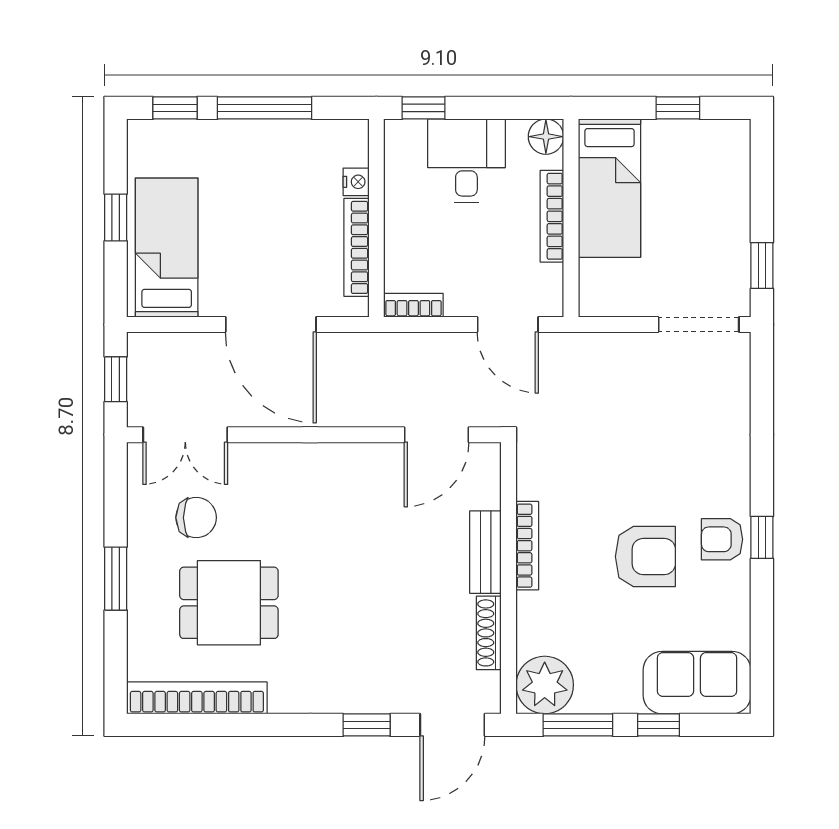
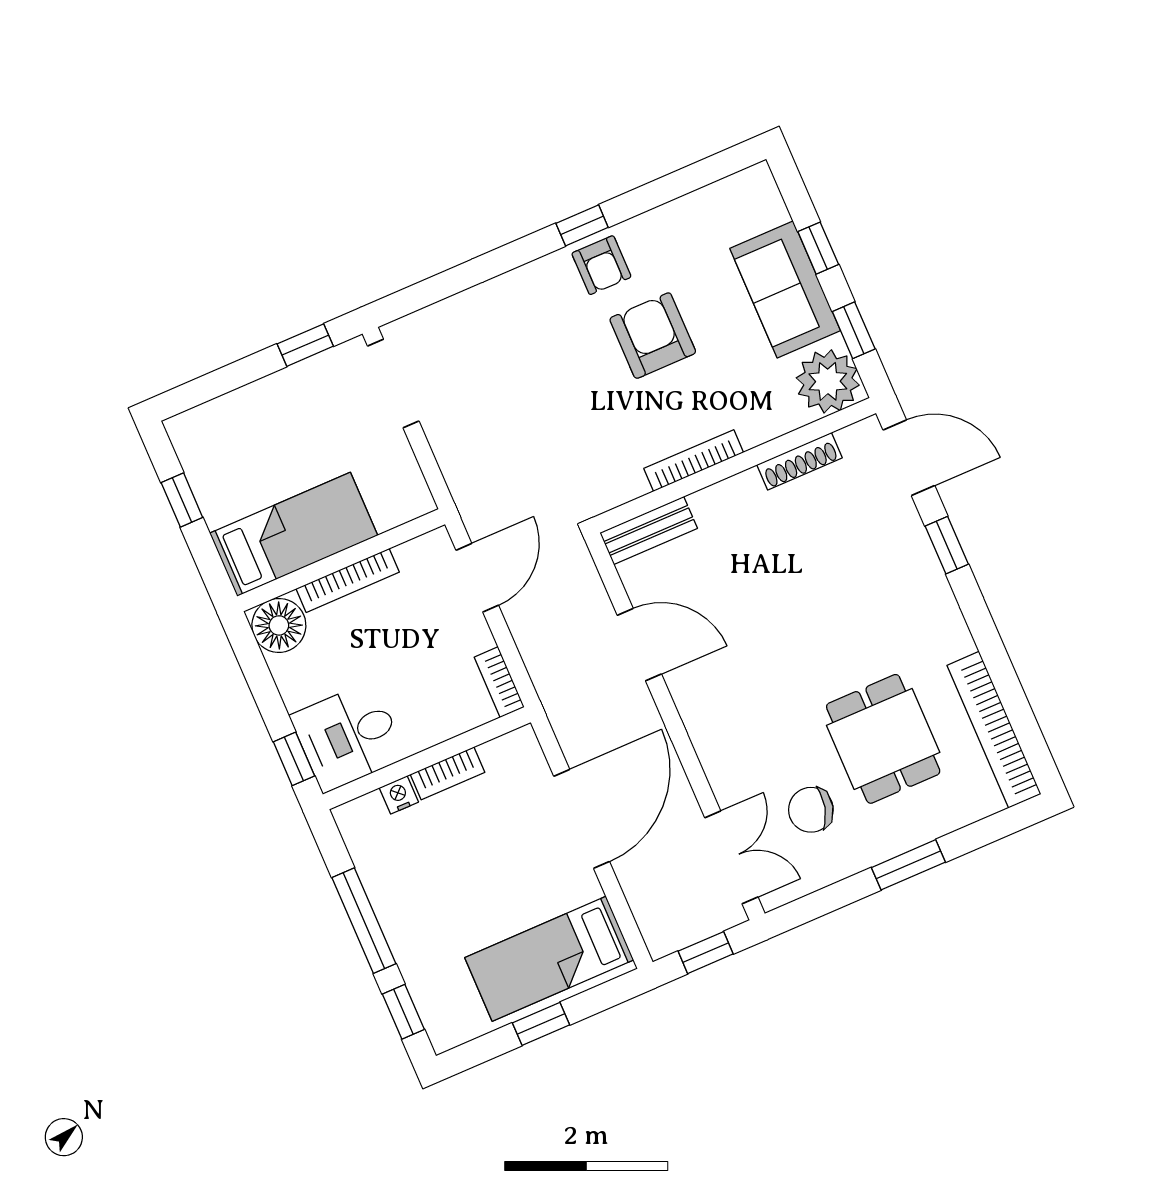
floor lamp: (546, 137) -> (279, 625), width x1.38, depth x1.38
desk: (466, 161) -> (348, 736), moved
bookcase: (357, 247) -> (447, 773), width x0.64
door: (437, 435) -> (639, 645), moved
chair: (196, 518) -> (811, 810), turned -76
bench: (485, 552) -> (649, 530), moved
sofa: (697, 683) -> (785, 290), moved
window: (578, 725) -> (854, 330), width x0.67

